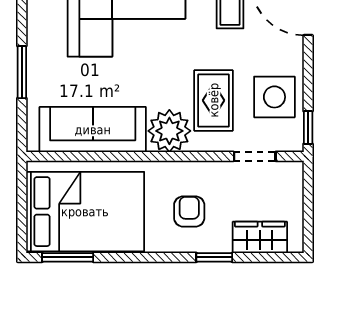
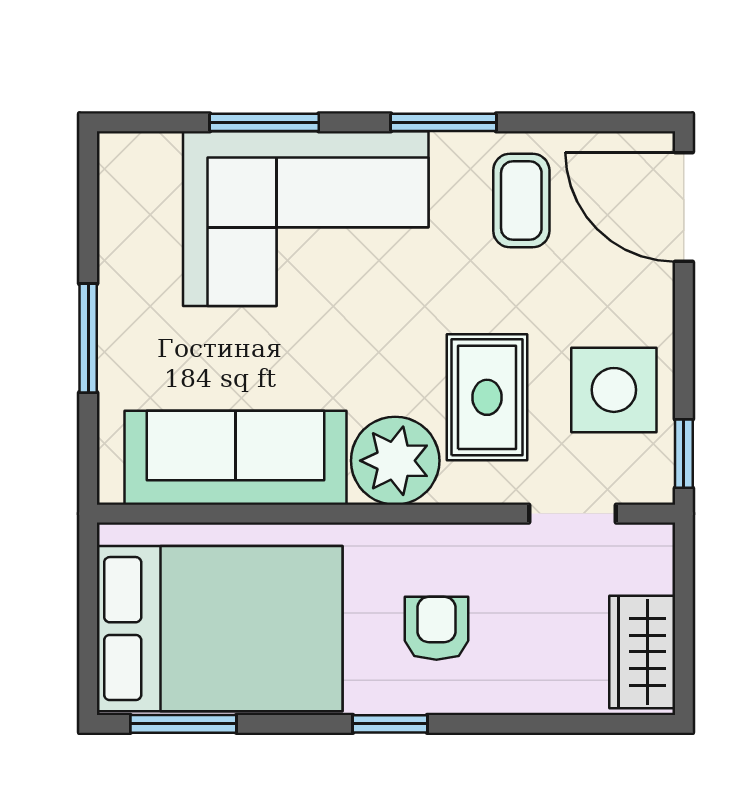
wardrobe: (260, 237) -> (642, 652), moved, turned -90
window: (214, 257) -> (390, 724), moved

